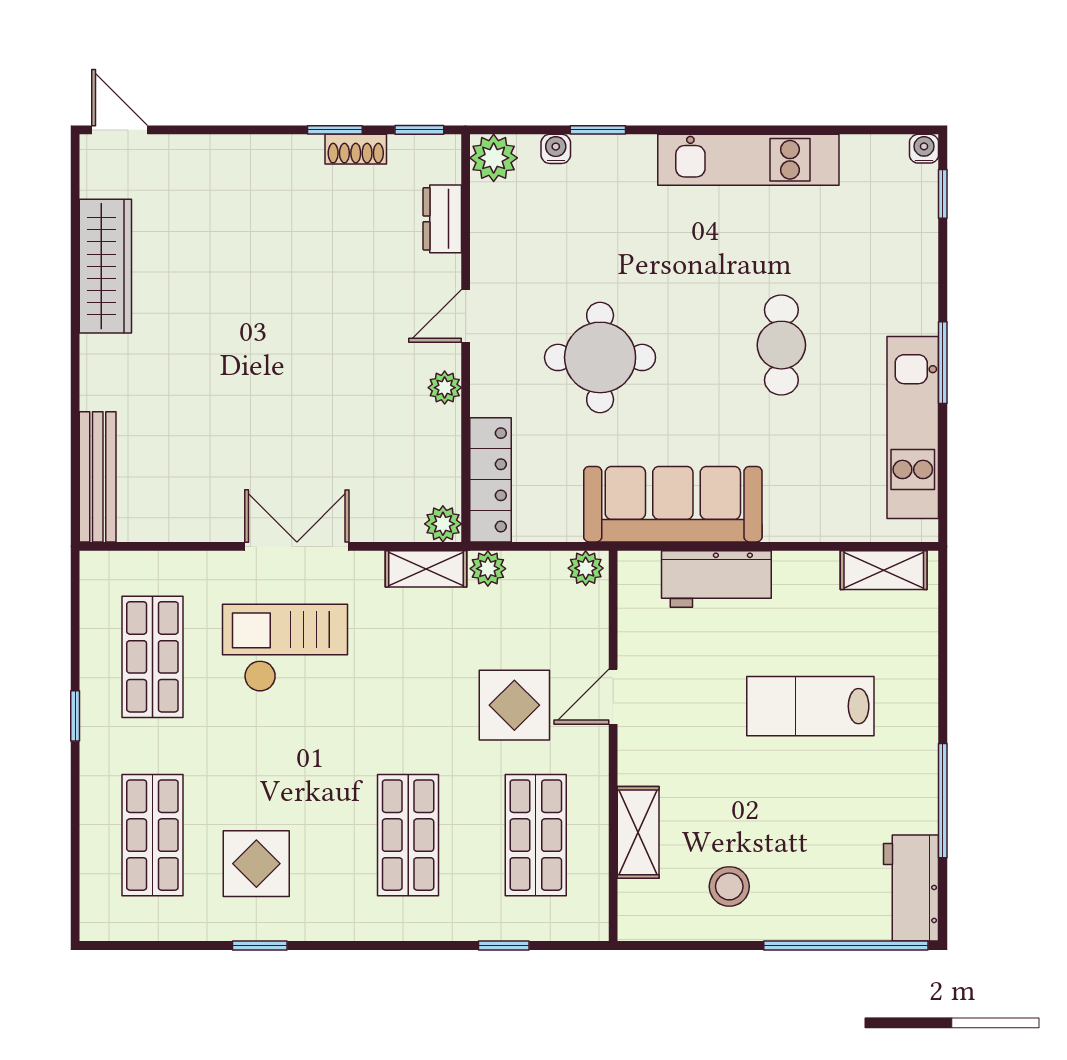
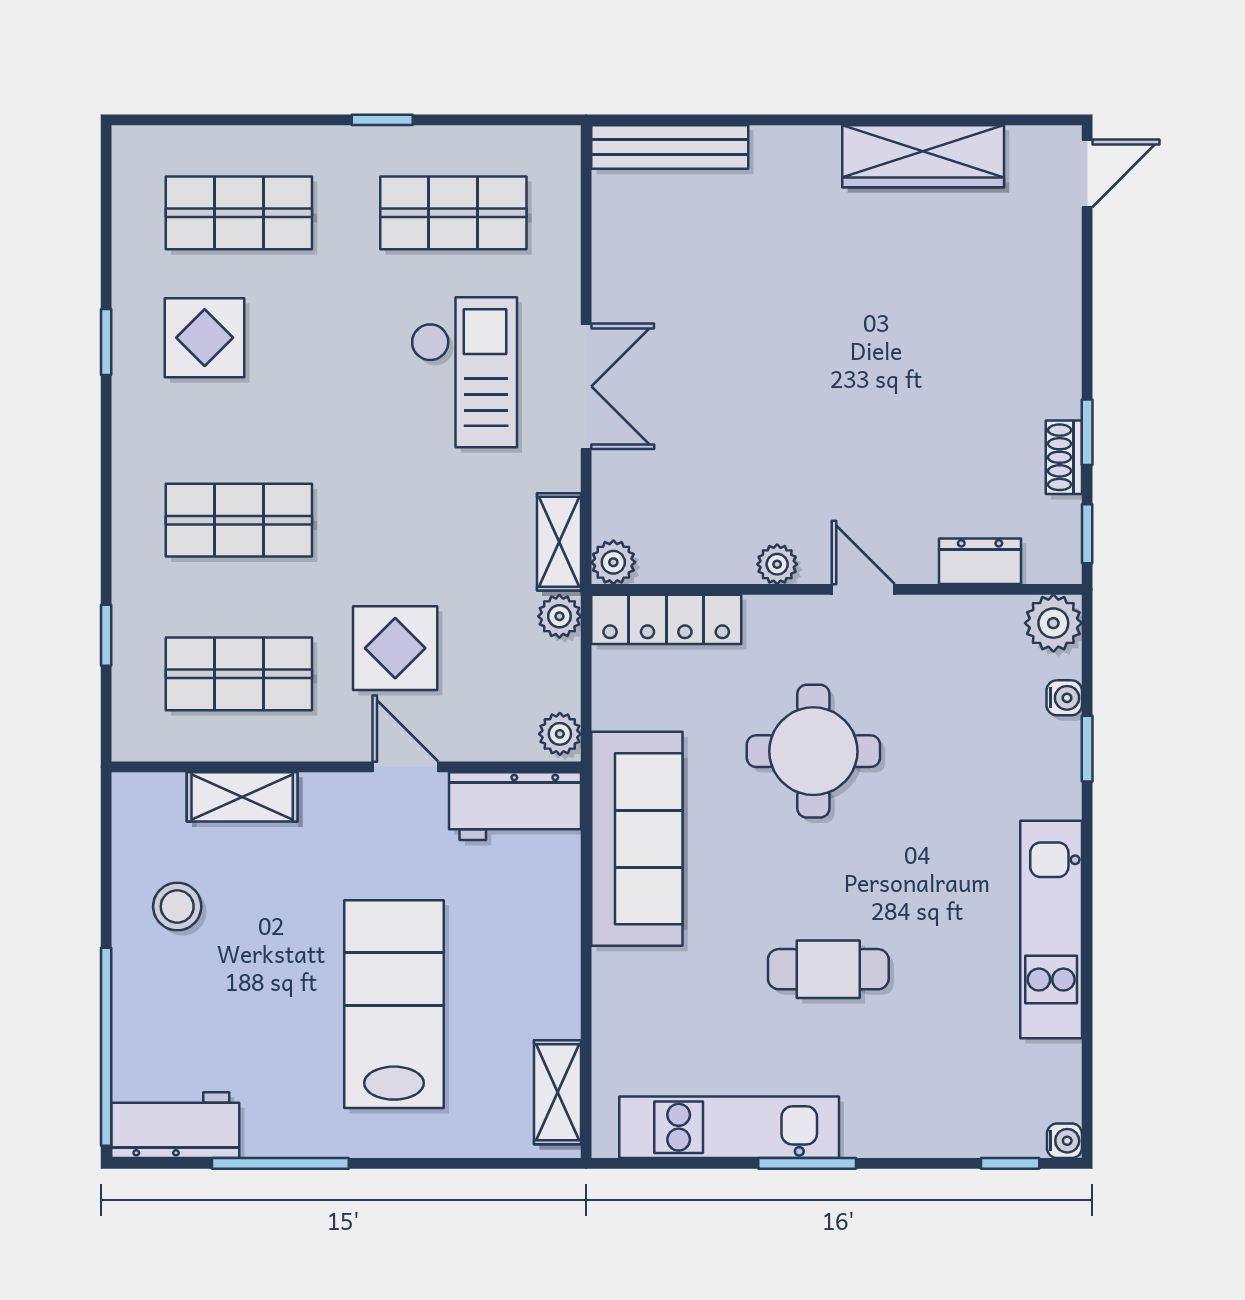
workbench: (716, 579) -> (515, 806), moved, turned -90
lab bench: (810, 706) -> (394, 1004), width x1.36, depth x1.39

